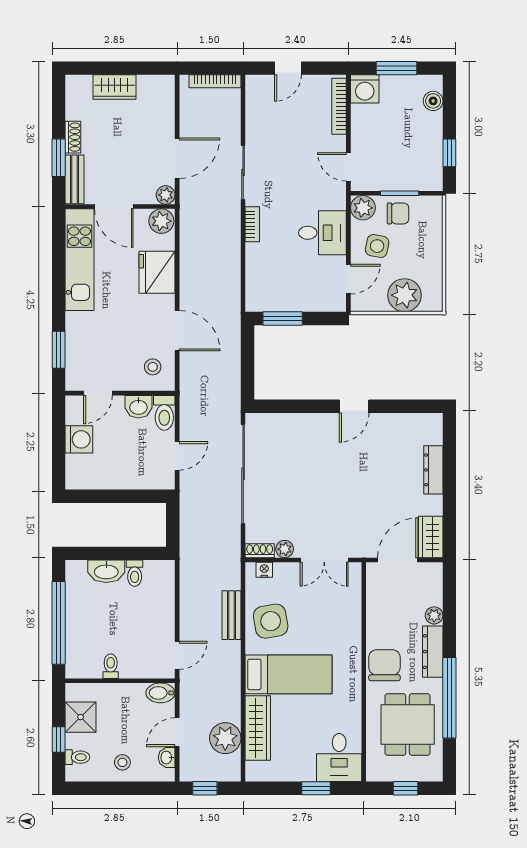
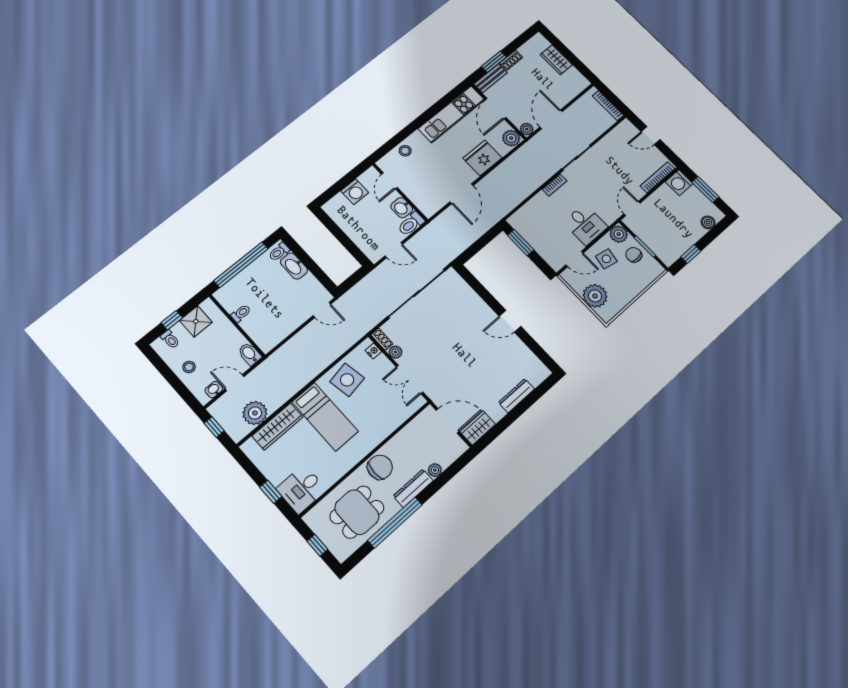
door: (177, 158) -> (551, 119), swing flipped
chair: (398, 213) -> (634, 255), turned 180
window: (59, 350) -> (394, 142), removed
stool: (153, 367) -> (405, 151), moved
door: (98, 393) -> (389, 181), hinge flipped
toilet: (135, 573) -> (279, 252), moved
bench: (231, 615) -> (331, 355), removed
door: (177, 655) -> (322, 310), moved

